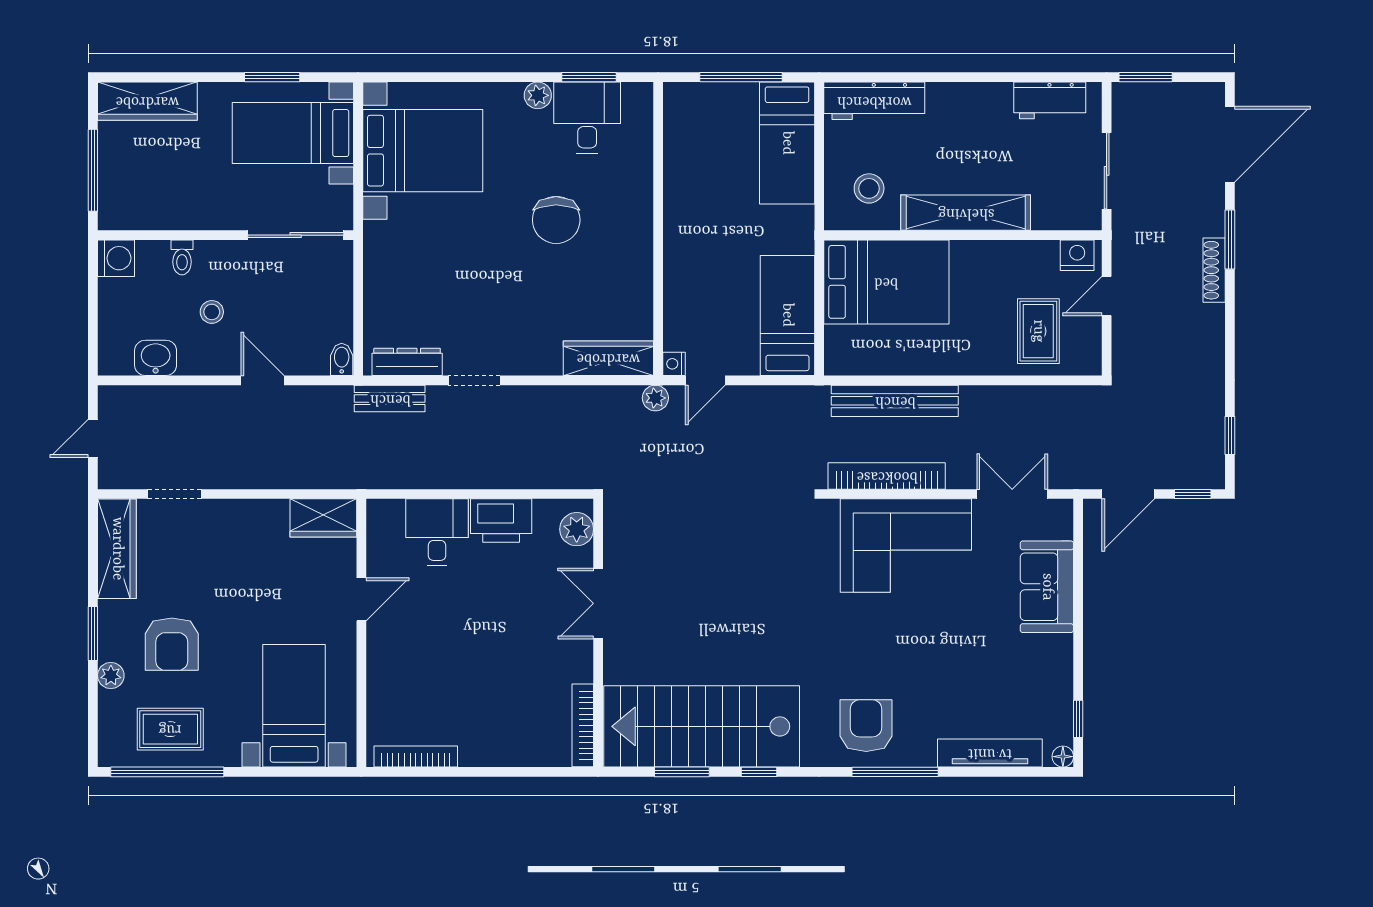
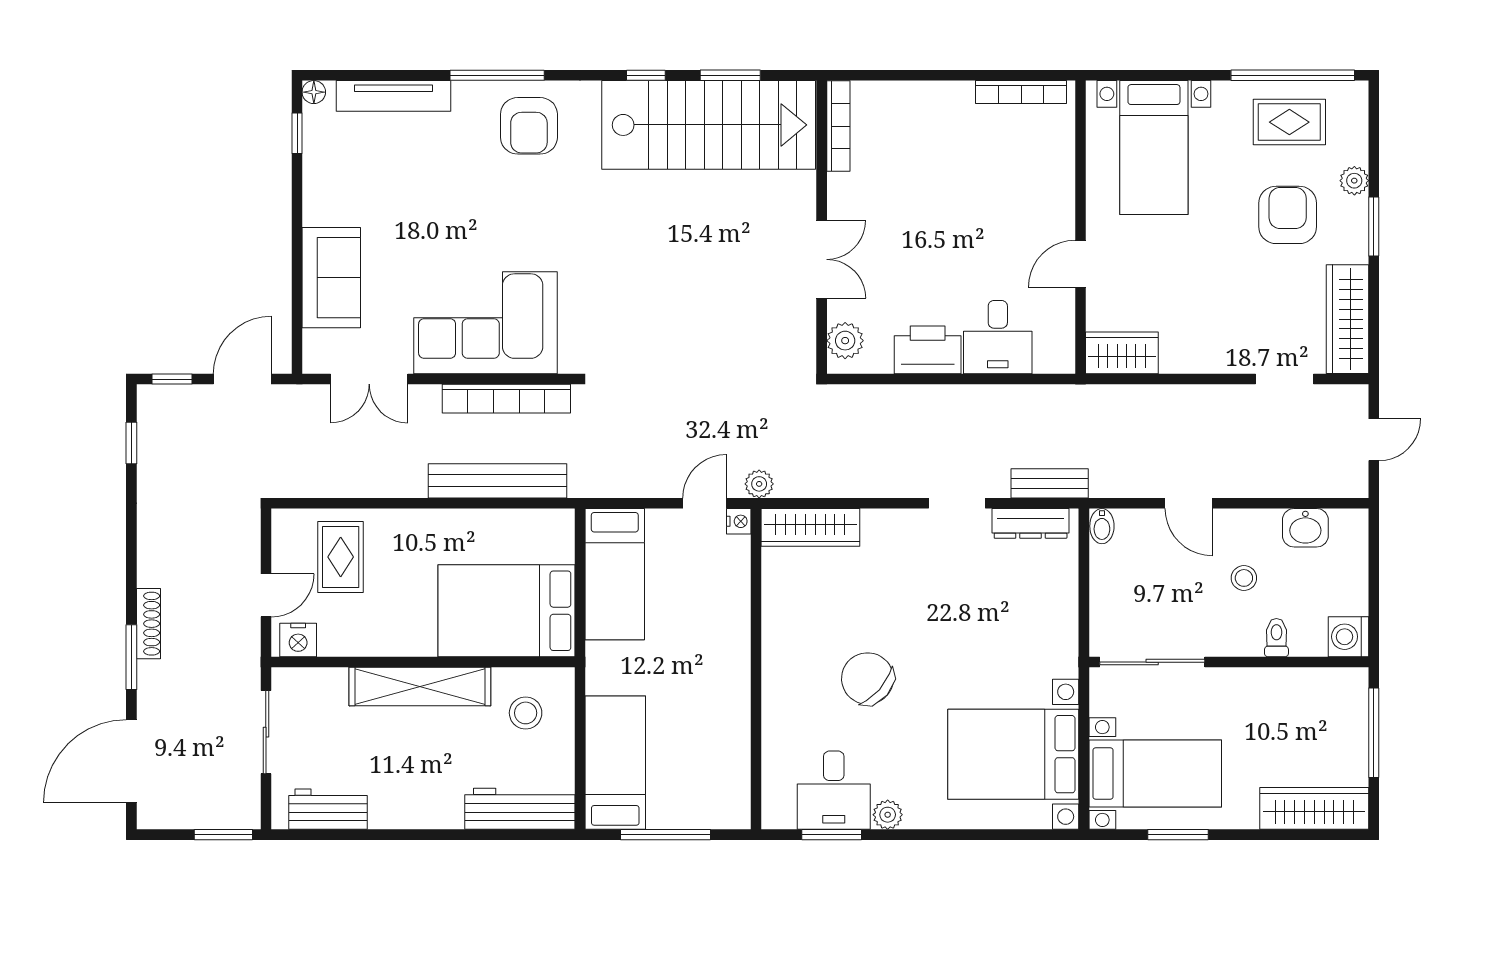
chair: (556, 220) -> (867, 679), turned -49

